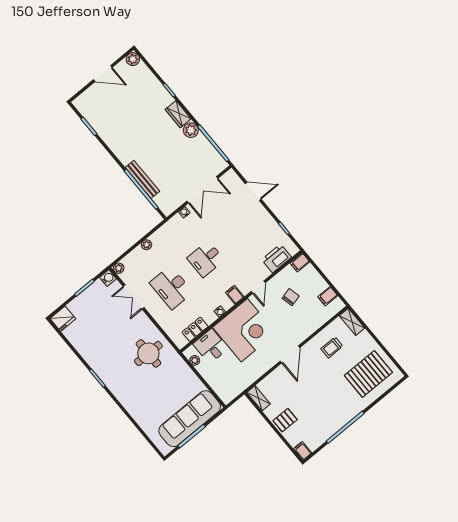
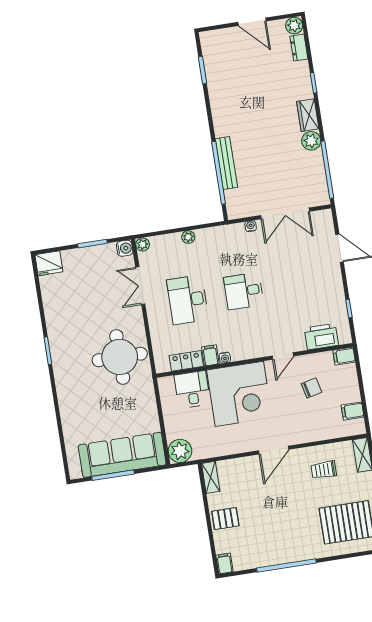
dresser: (145, 72) -> (299, 48), added
filing cabinet: (235, 295) -> (210, 355), moved
round table: (148, 353) -> (120, 357), width x1.36, depth x1.36
plant: (195, 360) -> (180, 451), moved, width x1.88, depth x1.88

